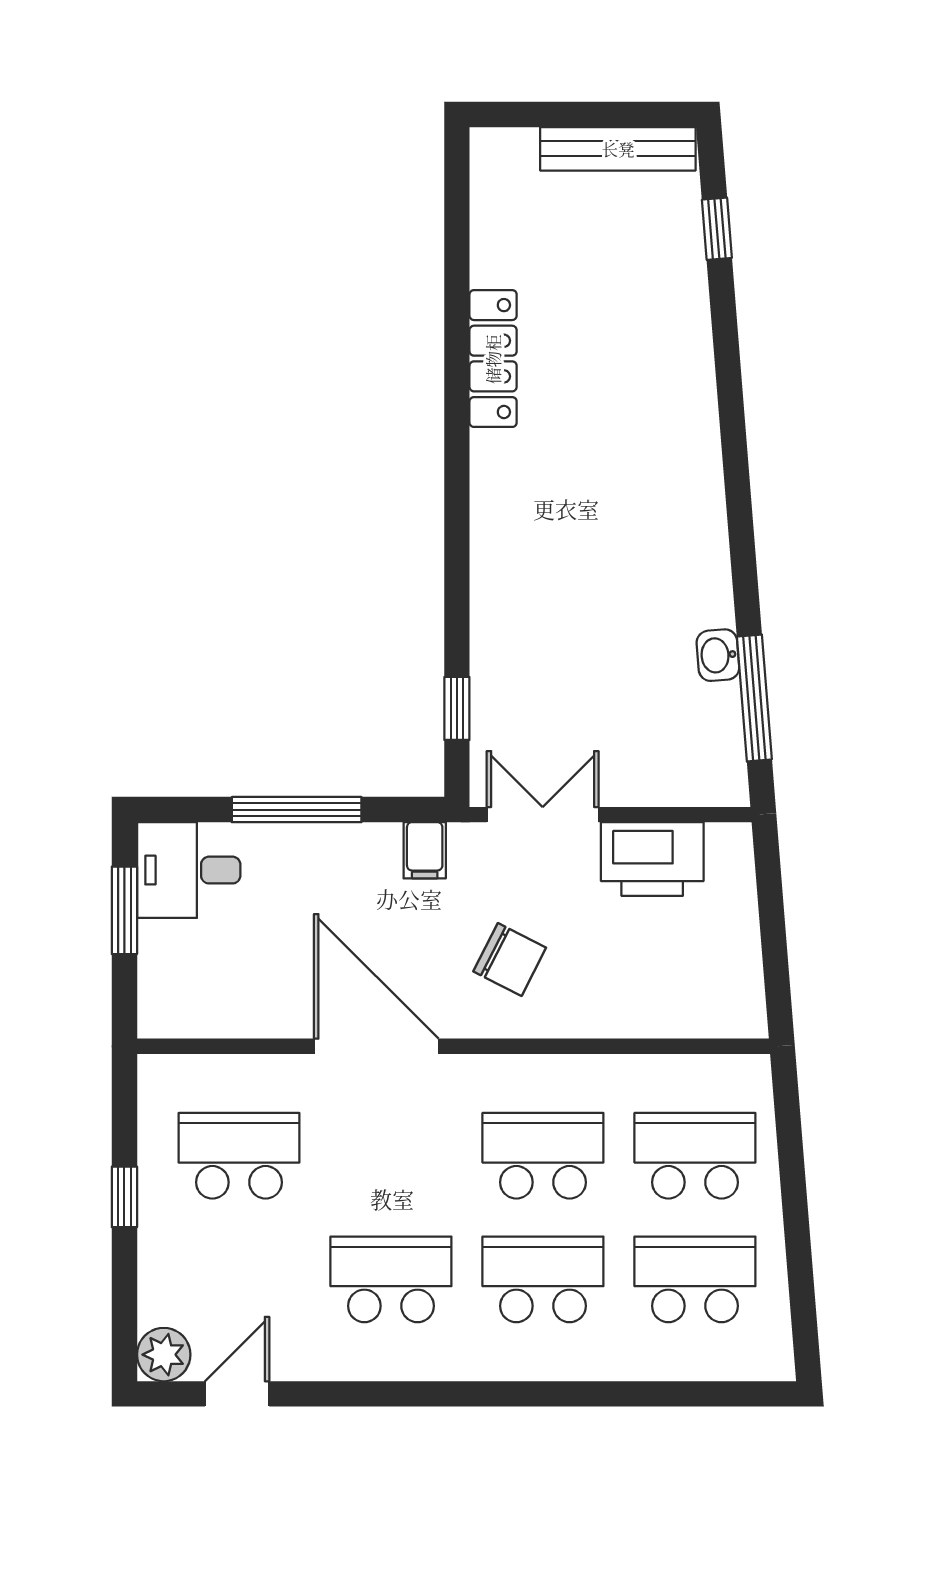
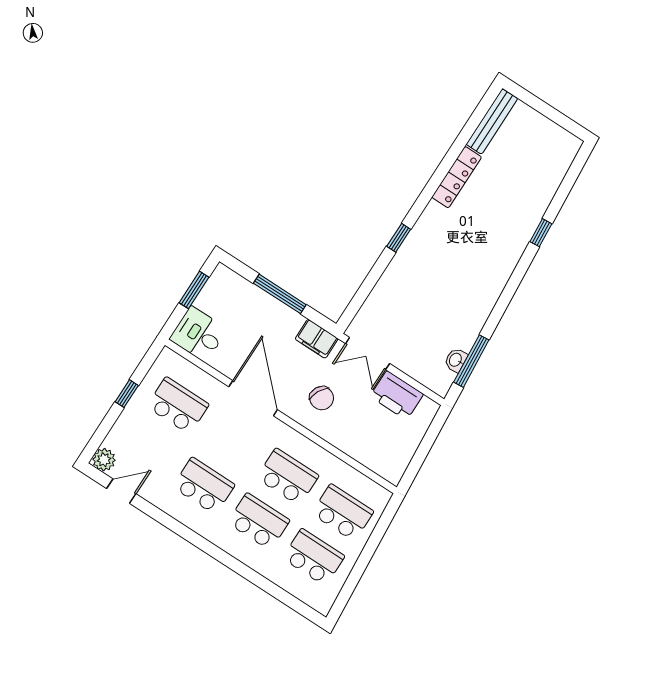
bench: (618, 149) -> (492, 121), moved, turned 90
window: (717, 229) -> (541, 233), moved
washbasin: (718, 655) -> (456, 360), moved
window: (457, 708) -> (399, 238), moved
double door: (543, 815) -> (368, 354), swing flipped
filing cabinet: (425, 850) -> (317, 339), width x2.00
desk: (189, 870) -> (198, 334), moved

